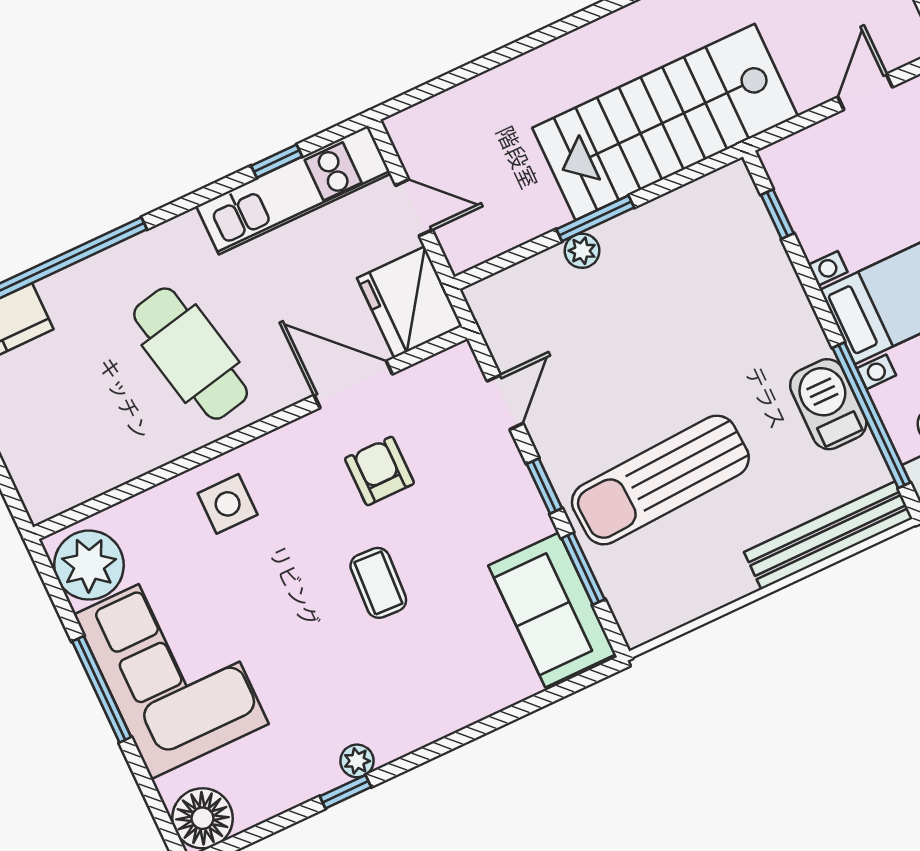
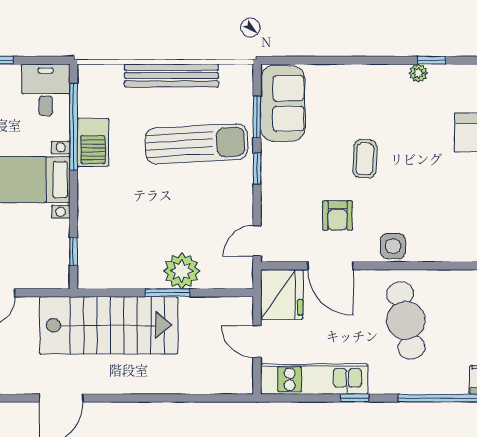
window: (277, 161) -> (355, 398), moved
plant: (582, 251) -> (182, 271), width x1.87, depth x1.87
door: (505, 402) -> (257, 241), moved
side table: (228, 504) -> (393, 246), moved
bench: (828, 535) -> (171, 76), moved

